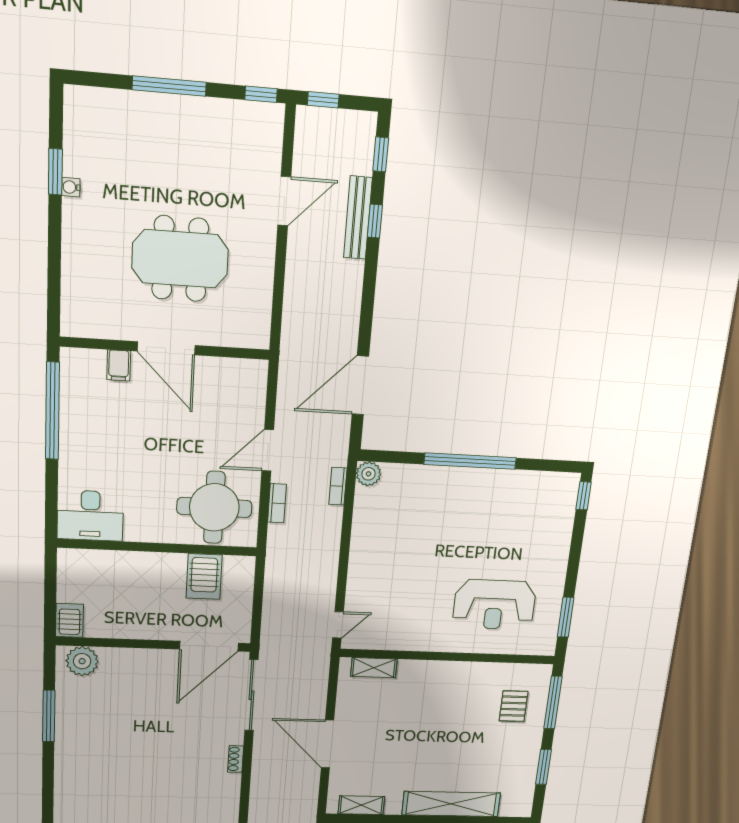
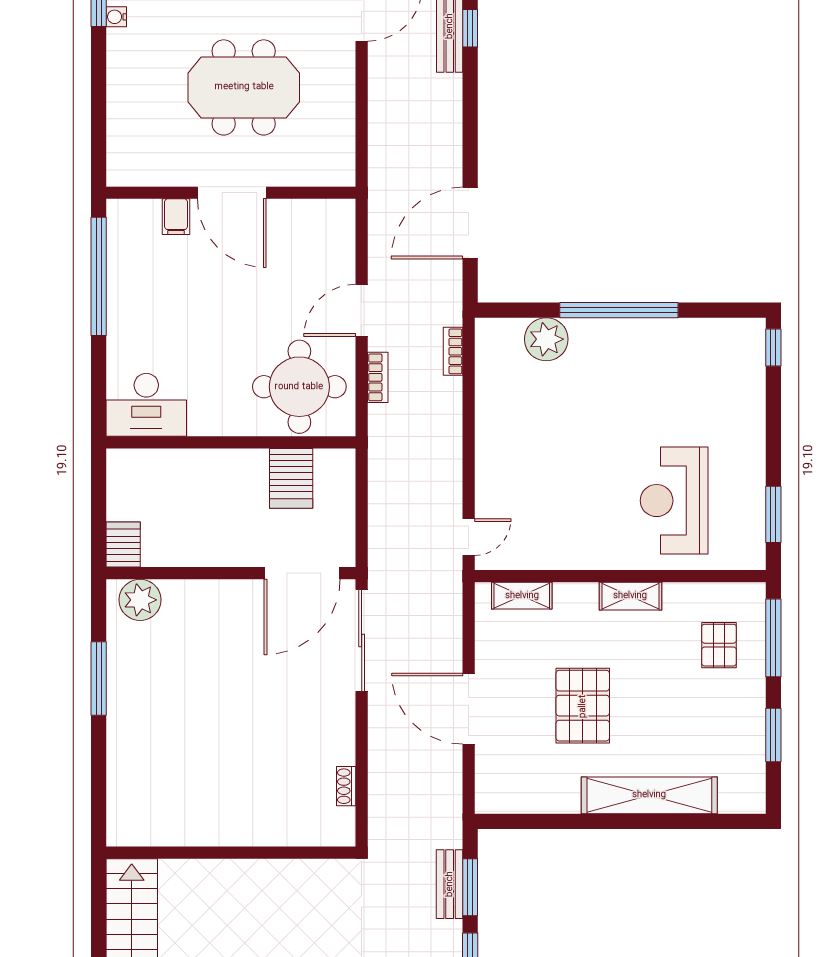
plant: (369, 474) -> (546, 339), moved, width x1.36, depth x1.36
reception desk: (494, 605) -> (674, 501), turned 90
pallet: (411, 744) -> (583, 706), added
shoe rack: (236, 759) -> (346, 786), moved
shelving: (361, 805) -> (630, 596), moved

